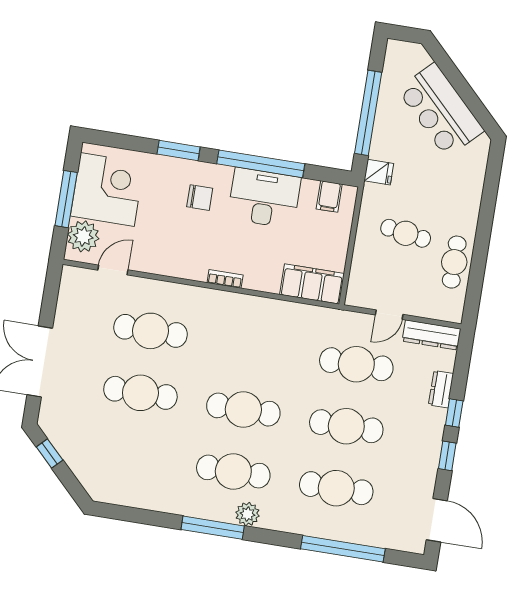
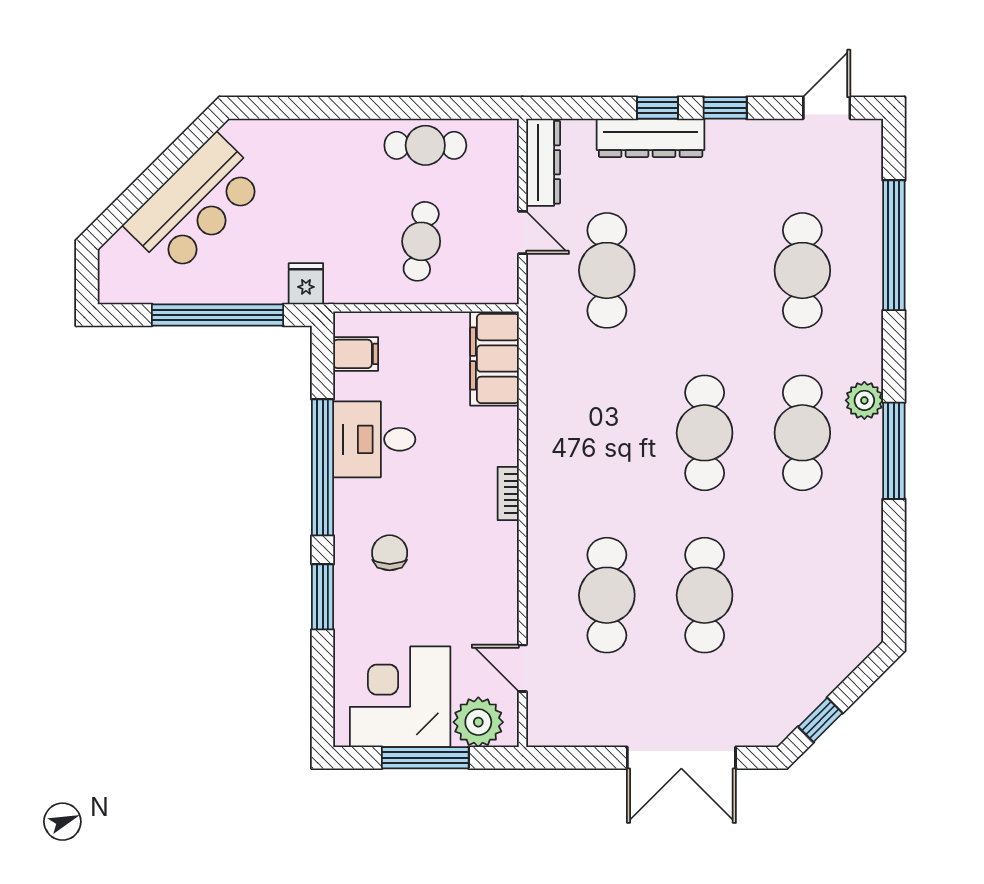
desk: (264, 198) -> (374, 439), width x0.73
cafe table: (406, 233) -> (421, 241), moved
dresser: (441, 389) -> (651, 138), width x1.96, depth x1.24
cafe table: (346, 426) -> (705, 270), removed
door: (437, 520) -> (827, 108), width x0.73

